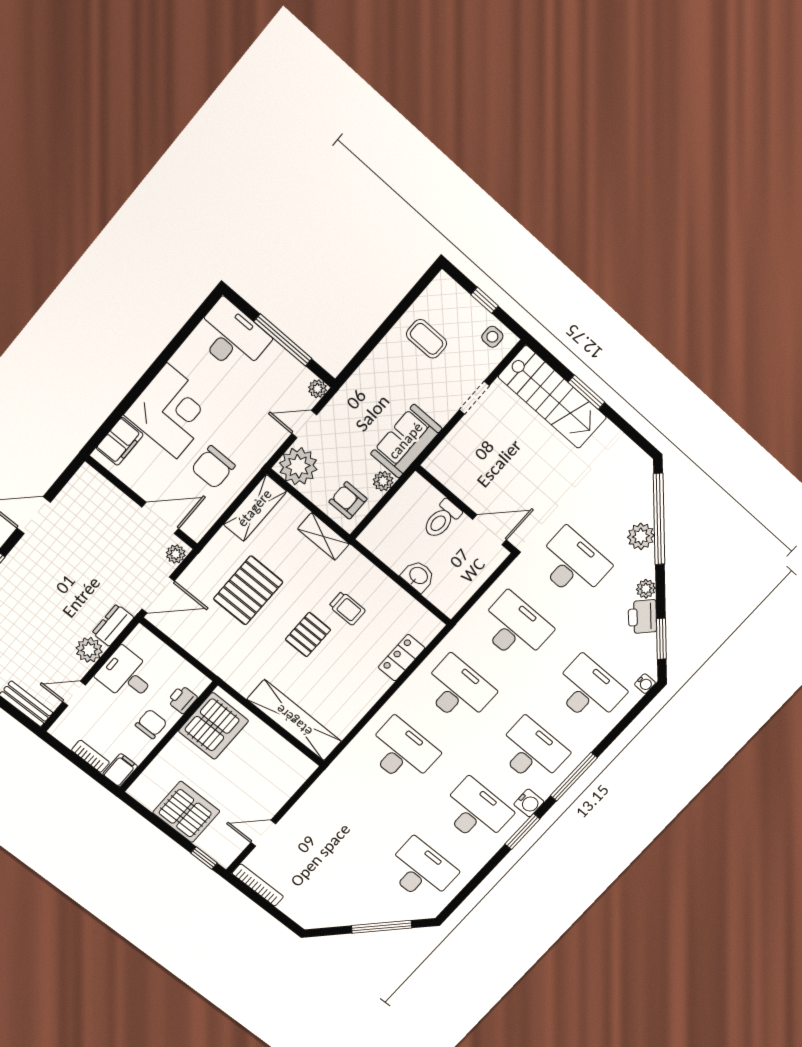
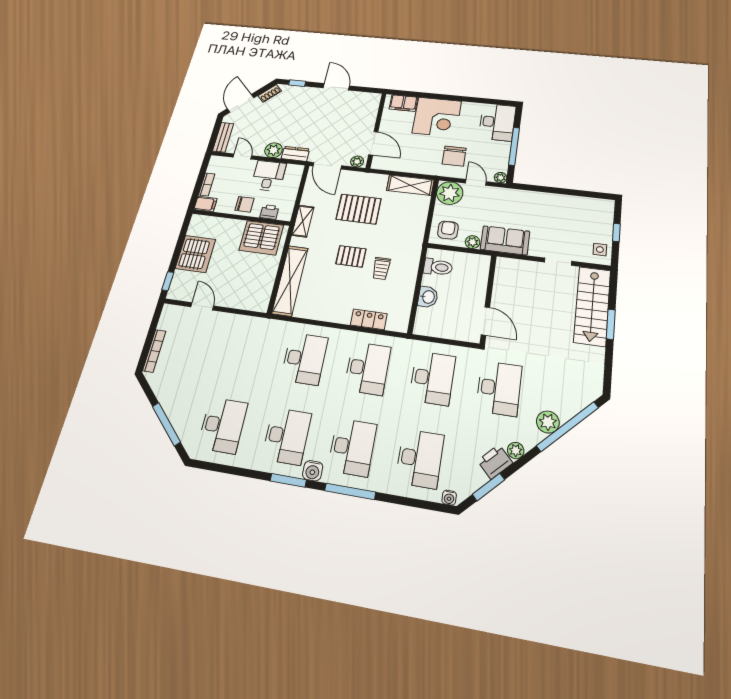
coffee table: (427, 339) -> (571, 216), removed
chair: (213, 467) -> (454, 156), moved, turned -90
toilet: (442, 519) -> (438, 267), moved, turned 180
shelving: (323, 536) -> (303, 221), moved
bookcase: (258, 885) -> (154, 351), moved

